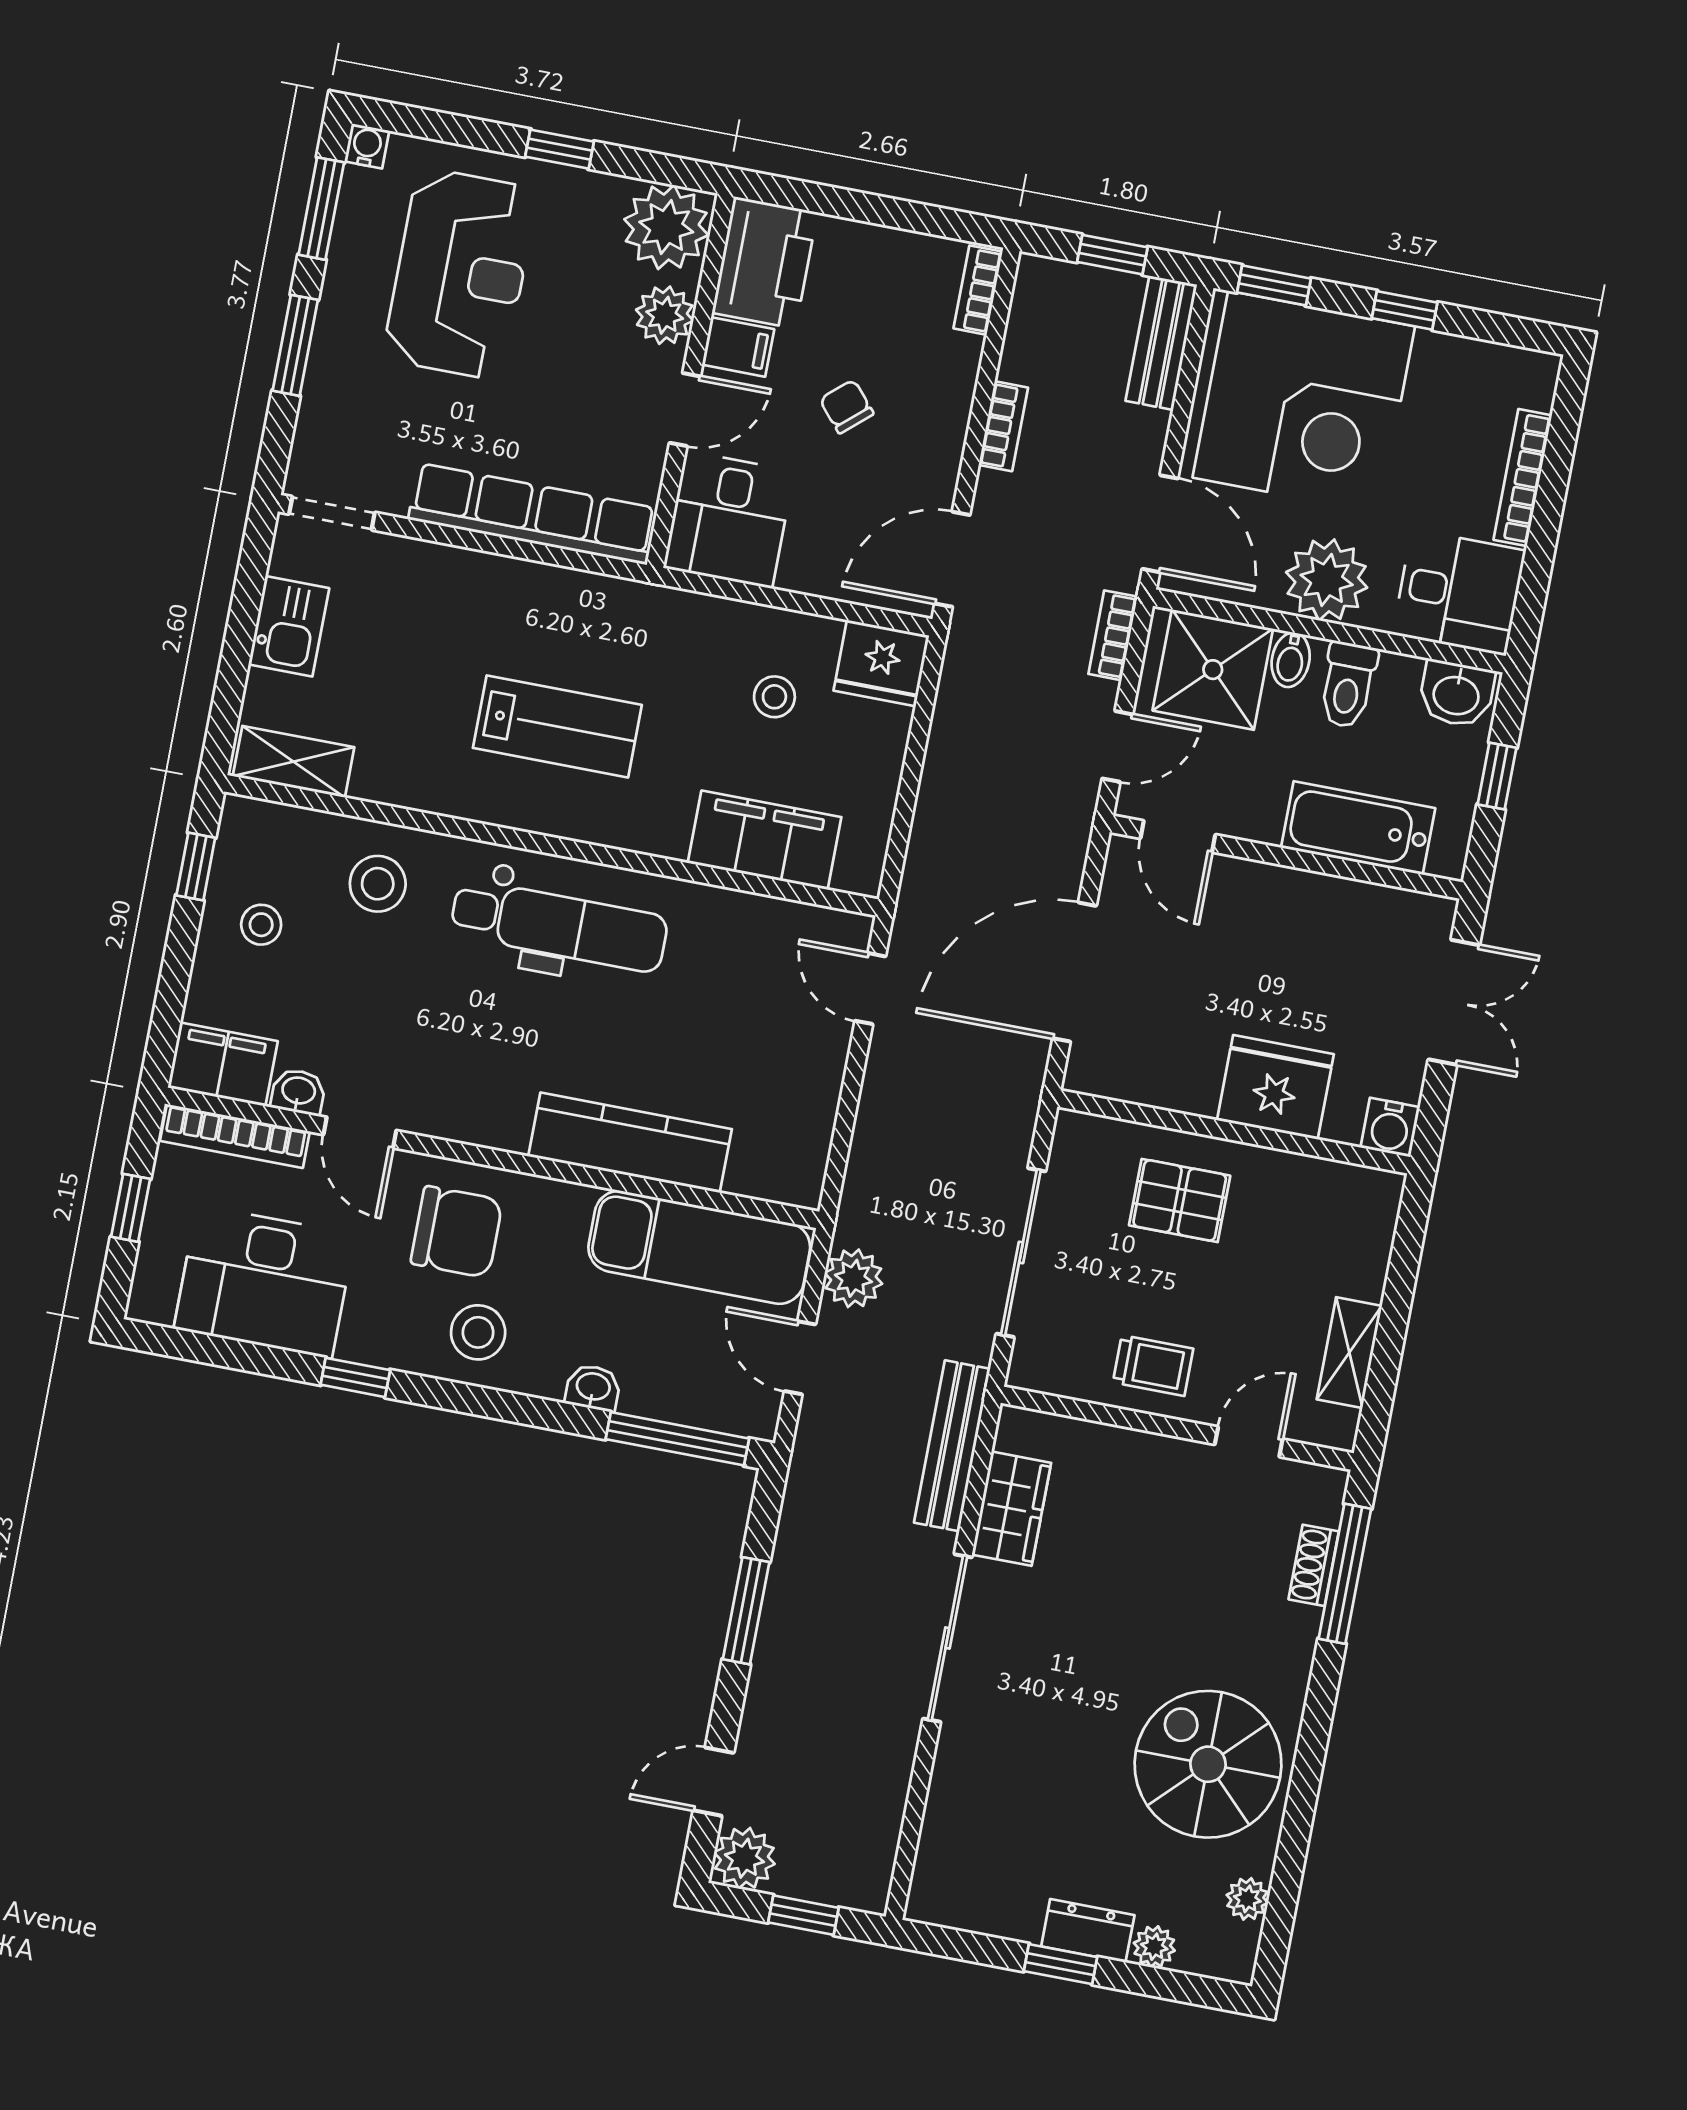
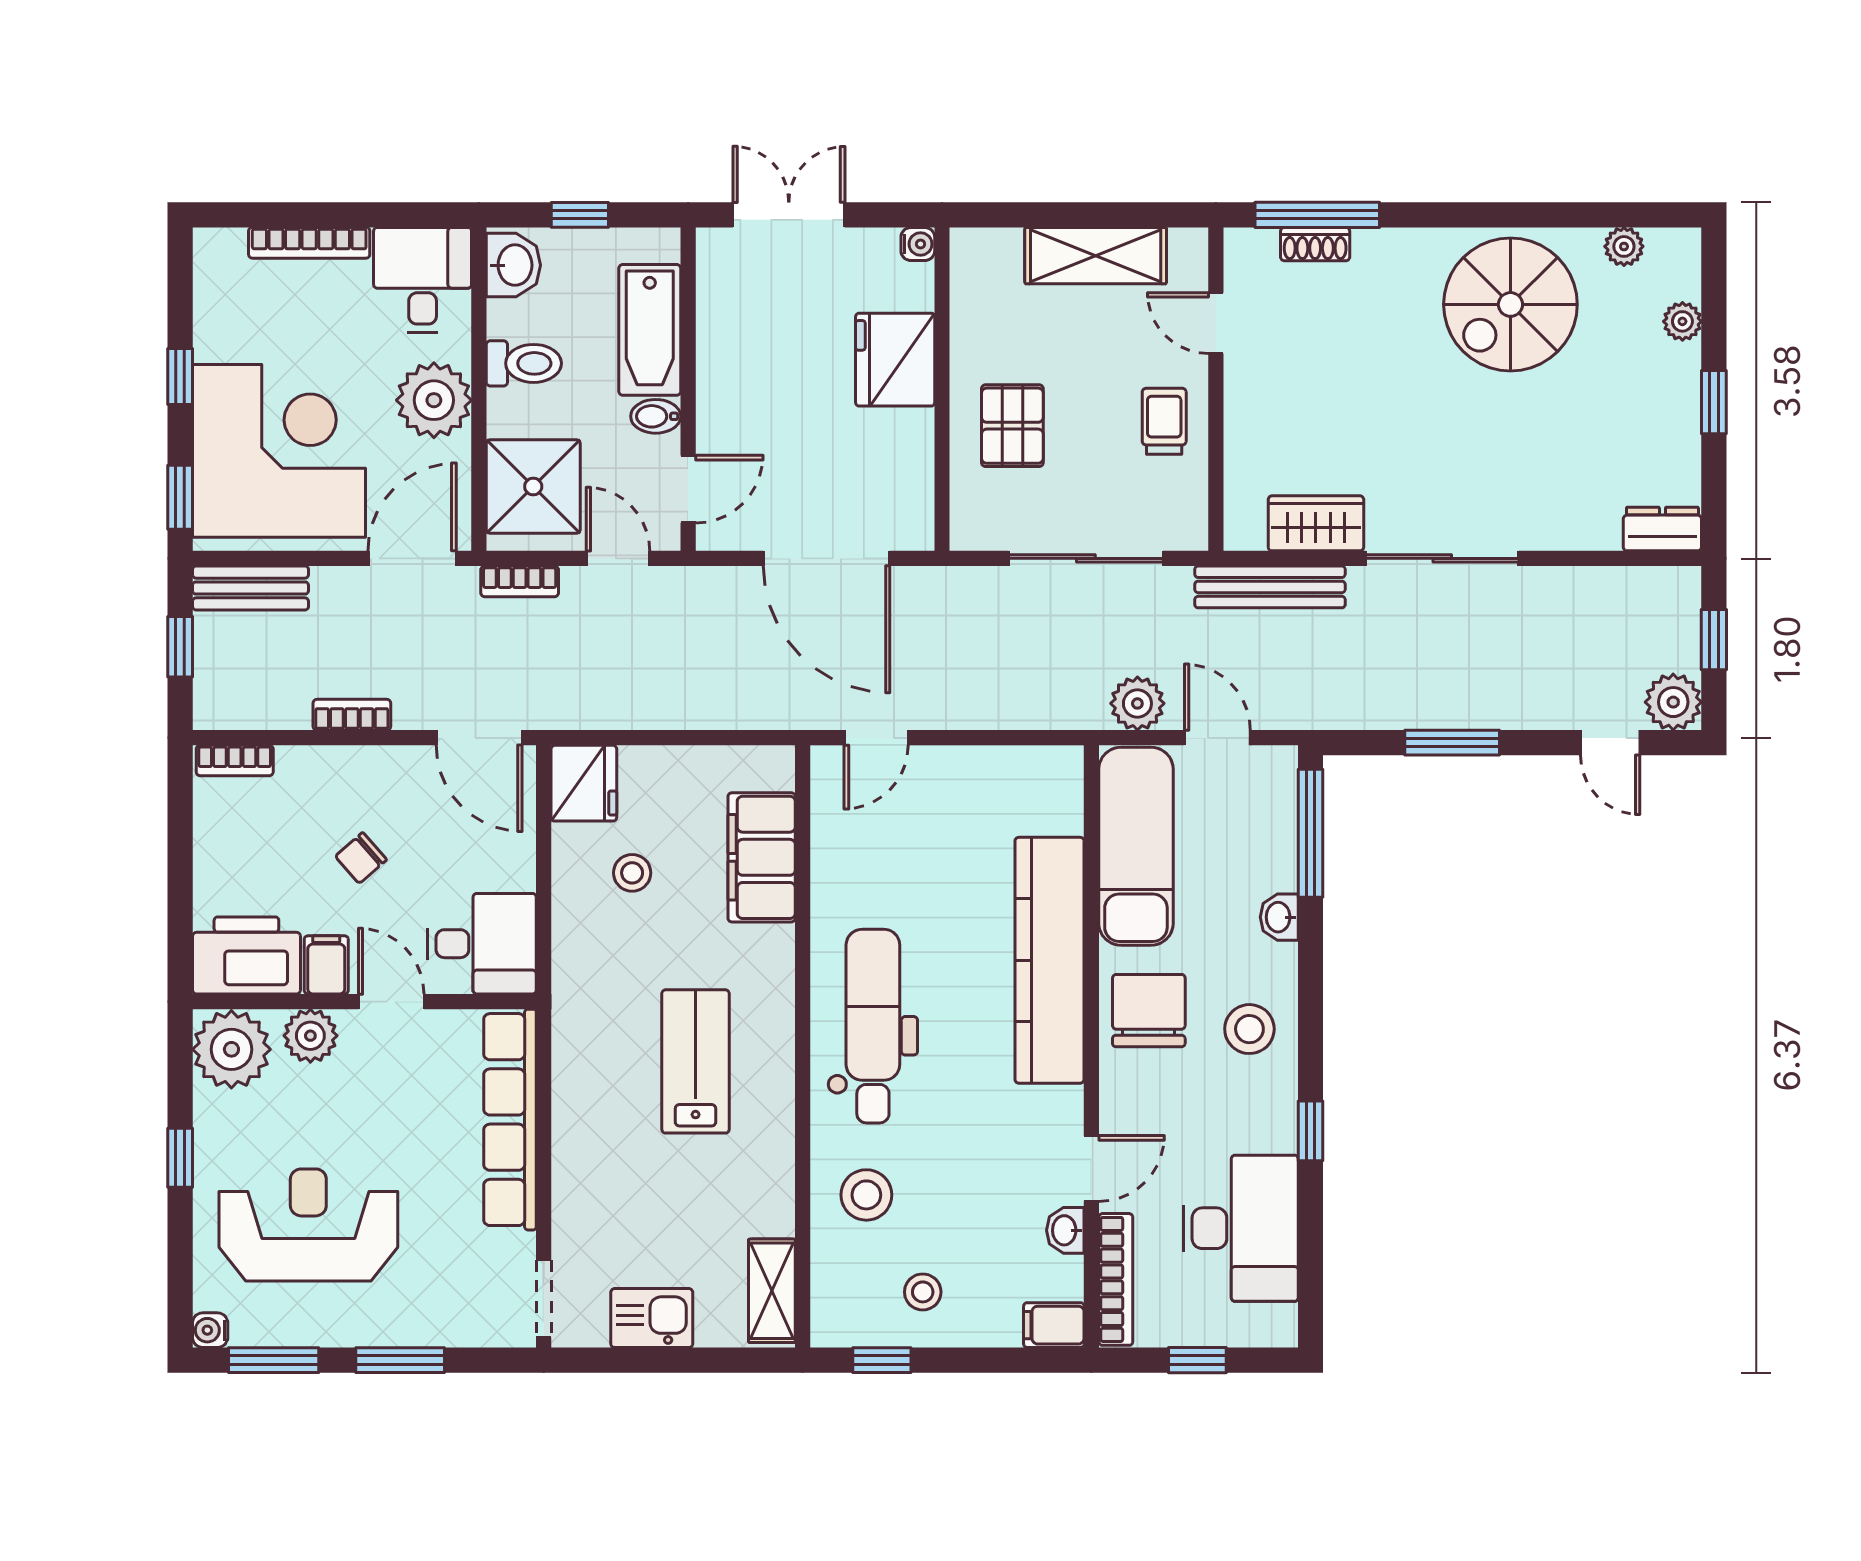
bidet: (1291, 660) -> (656, 416), moved, turned 180
filing cabinet: (223, 1064) -> (1054, 1325), width x0.50
water cooler: (1390, 1127) -> (918, 244), width x0.72, depth x0.72
kitchen counter: (630, 1143) -> (1049, 960), width x1.39, depth x1.17
chair: (457, 1232) -> (1149, 1011), moved
shelving: (1349, 1353) -> (1096, 256), width x1.50, depth x1.33
door: (800, 1358) -> (1217, 738), swing flipped
dresser: (1088, 1931) -> (1662, 529), moved, turned 90

